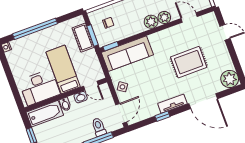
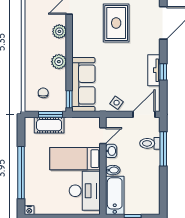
plant: (151, 22) -> (59, 62), moved
tv unit: (172, 104) -> (154, 70), moved
door: (121, 113) -> (144, 114), hinge flipped

